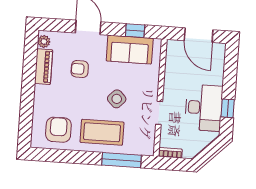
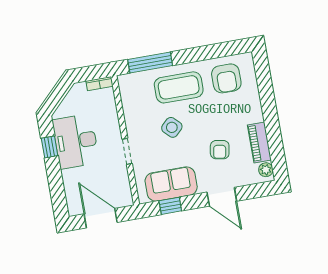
armchair: (80, 69) -> (220, 150), turned 100
doorway: (159, 113) -> (127, 151), moved

